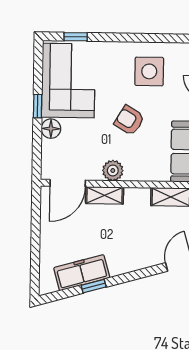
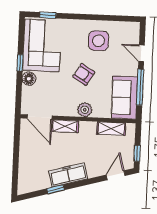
plant: (113, 171) -> (85, 110), moved
door: (68, 183) -> (40, 117), hinge flipped
freezer: (82, 273) -> (68, 175), moved

